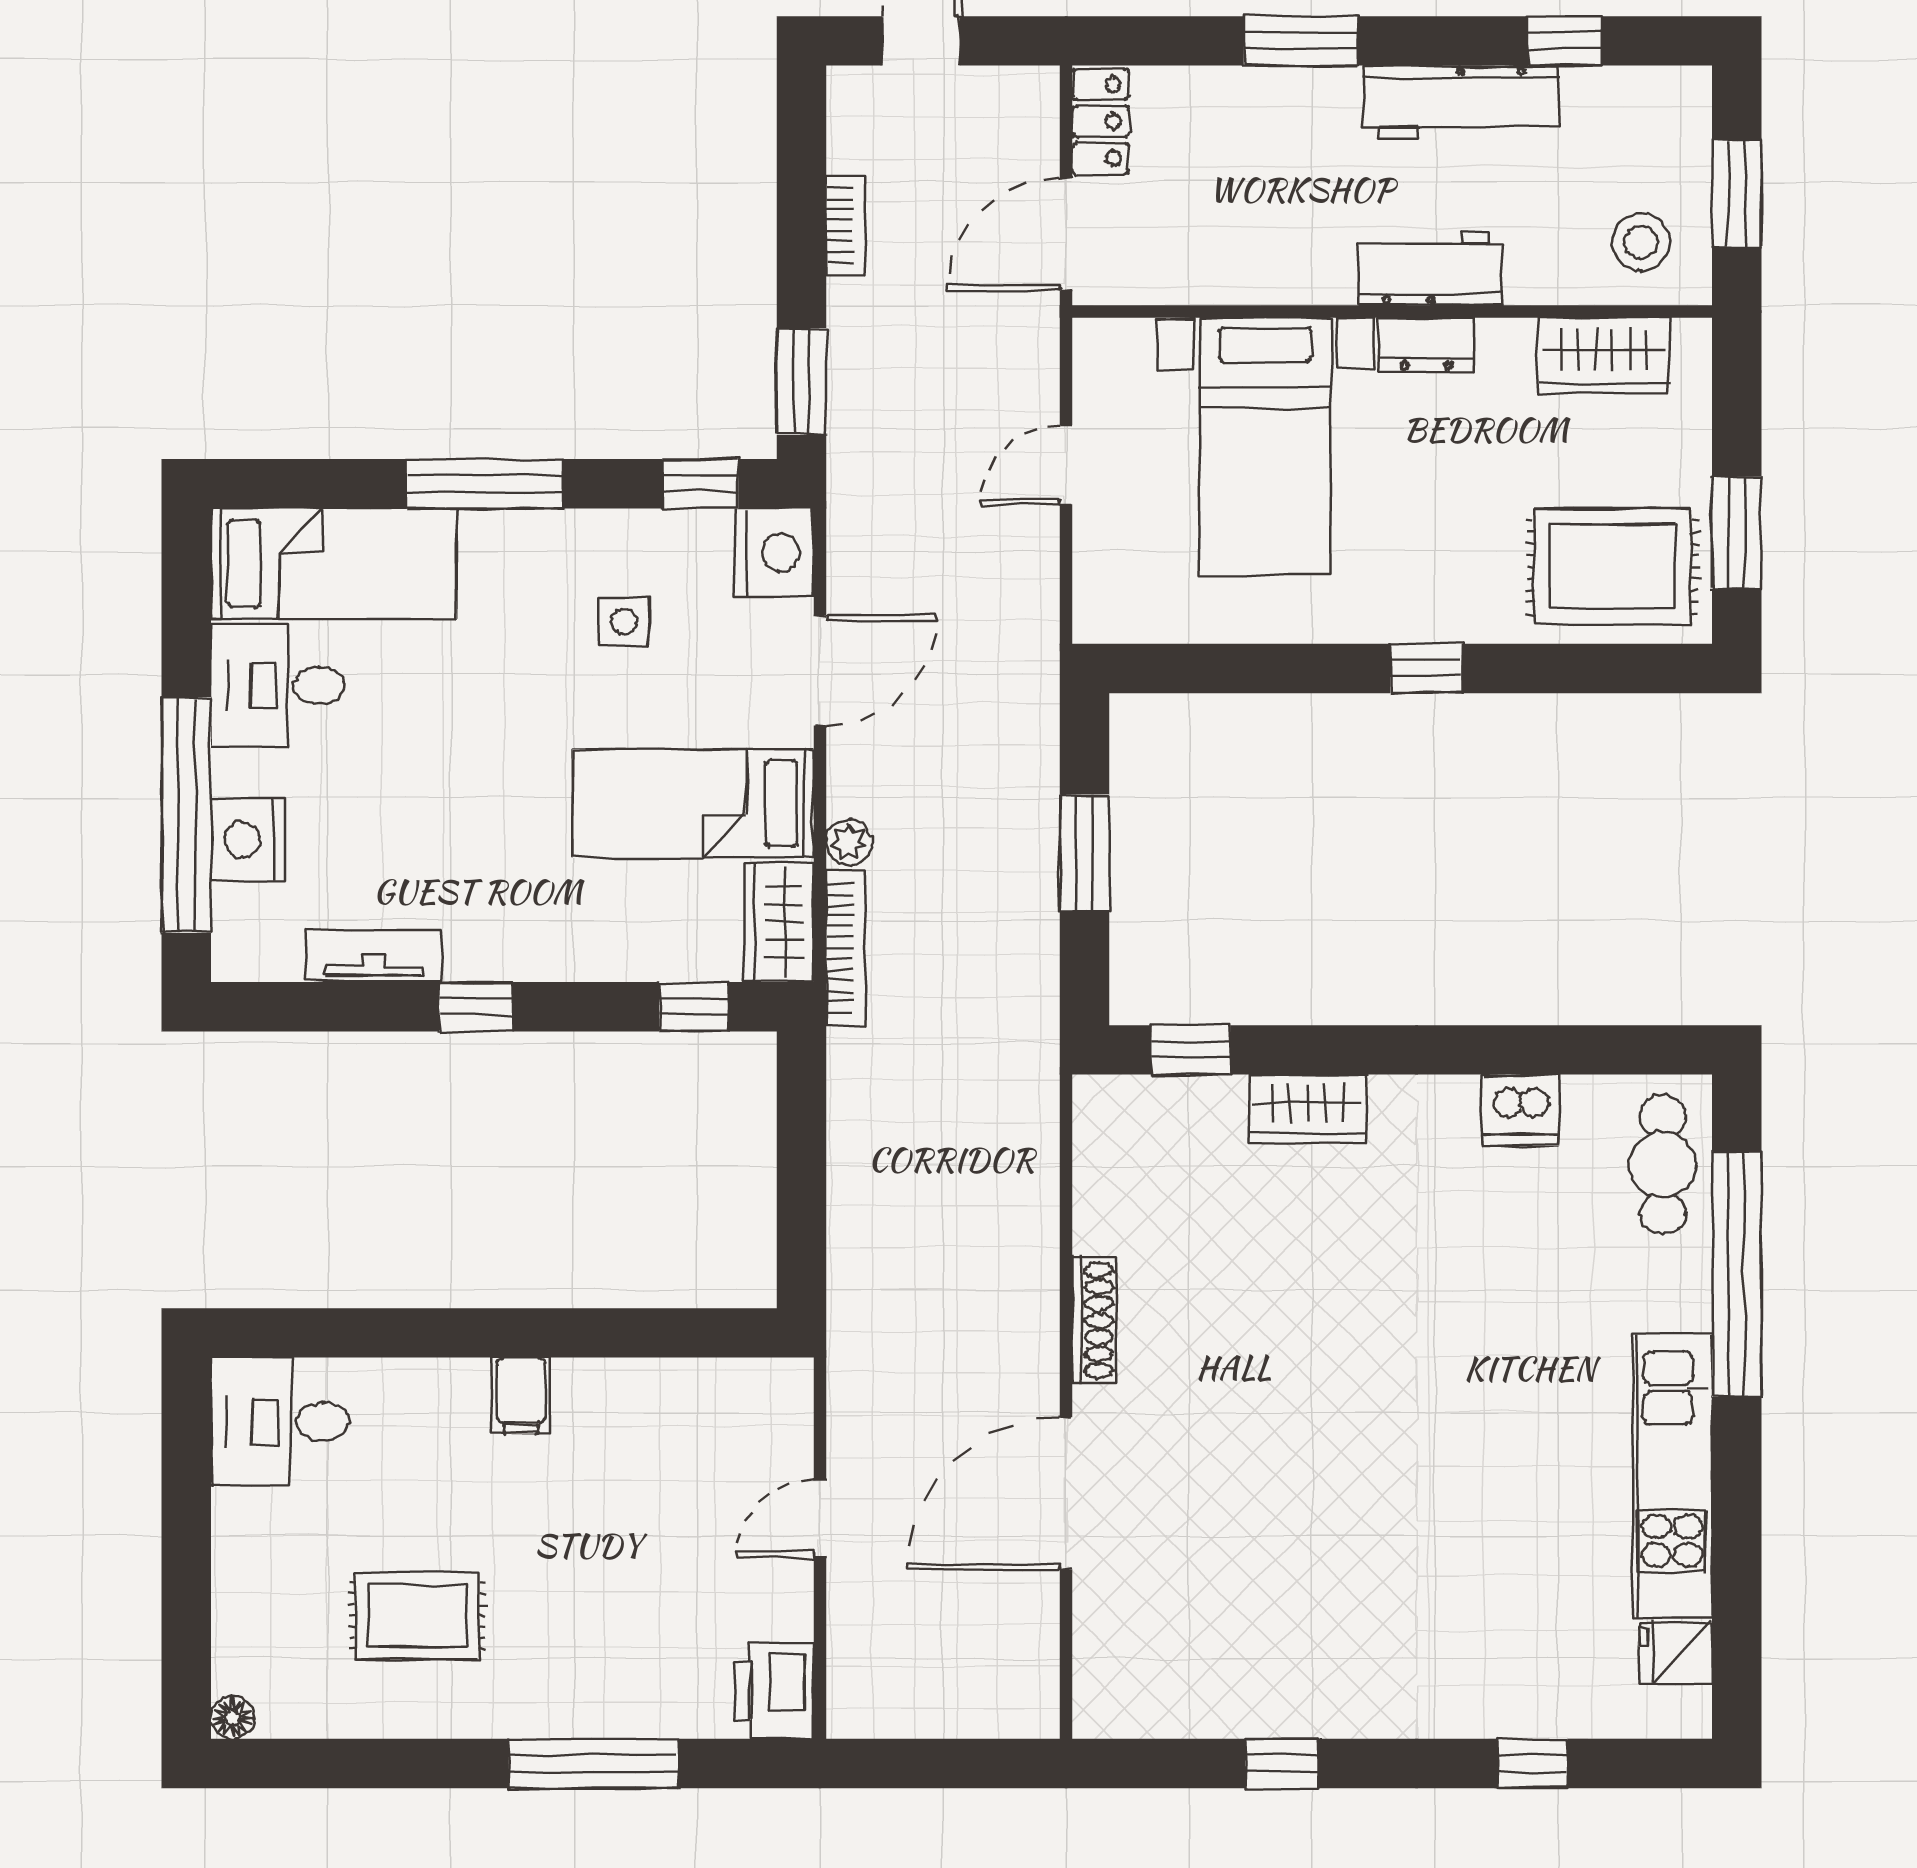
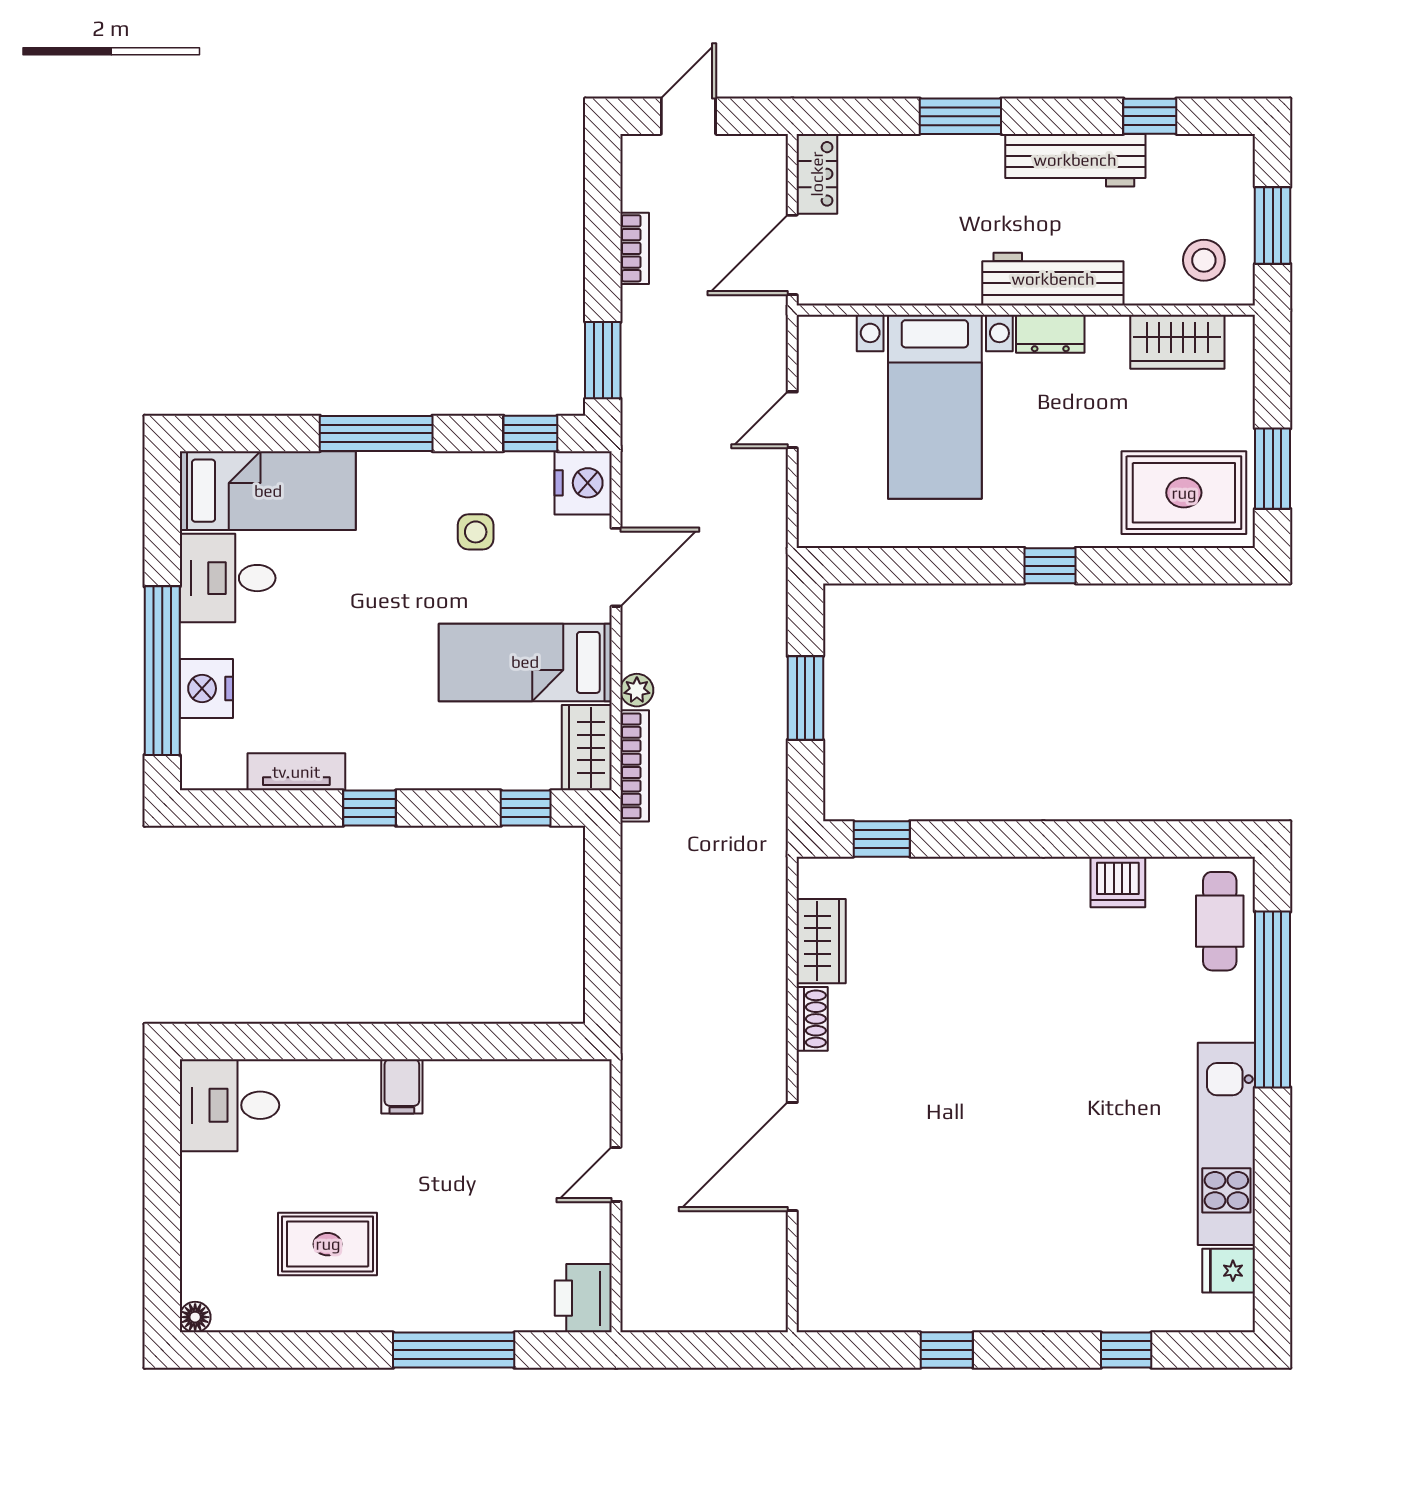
workbench: (1430, 268) -> (1053, 279), width x1.38
wardrobe: (1308, 1109) -> (821, 941), moved, turned -90
shoe rack: (1094, 1320) -> (812, 1019), width x0.70

